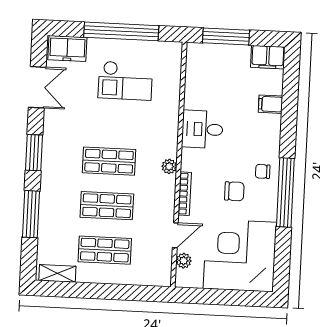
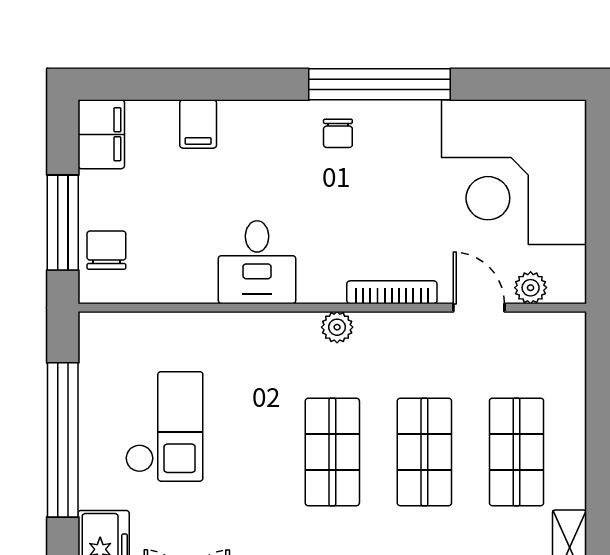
chair: (234, 191) -> (106, 250), moved

